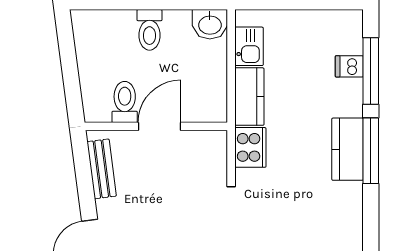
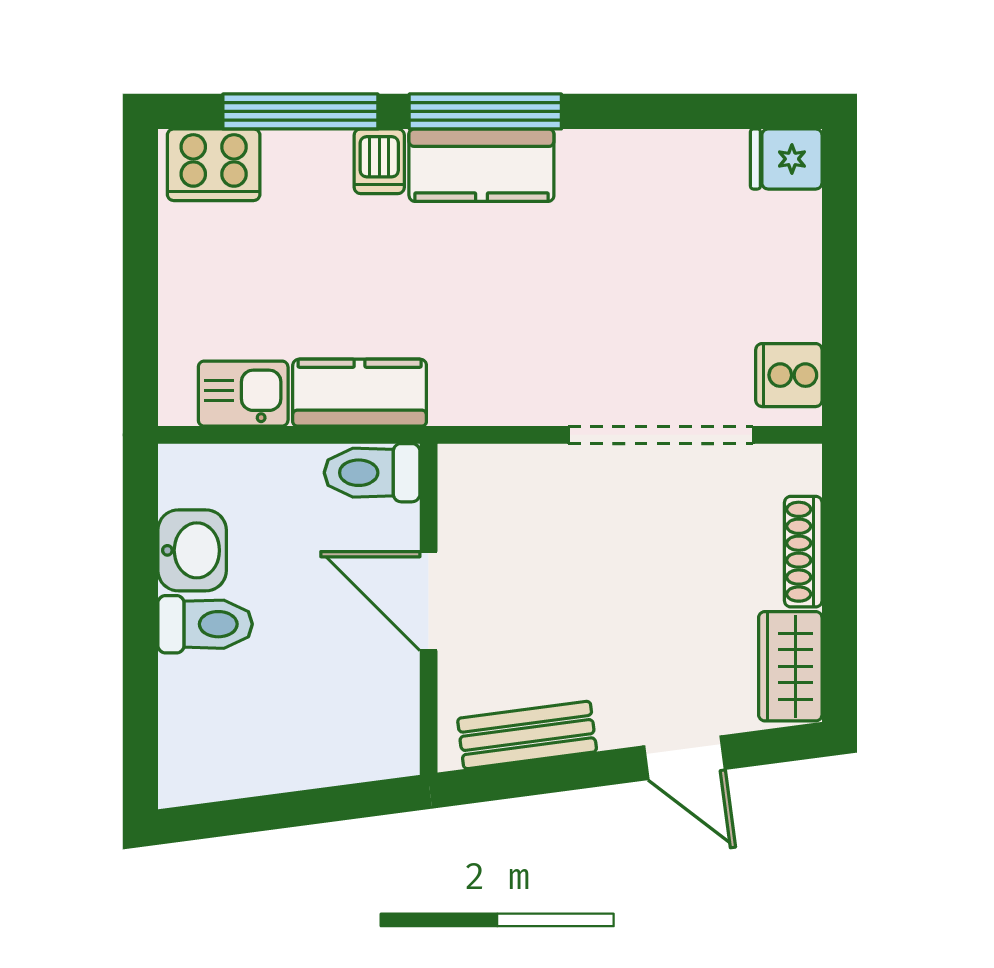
washbasin: (210, 24) -> (192, 550), moved
dishwasher: (349, 66) -> (379, 161), moved
toilet: (125, 102) -> (372, 473), moved
cooker: (250, 147) -> (214, 165), moved, turned 180

